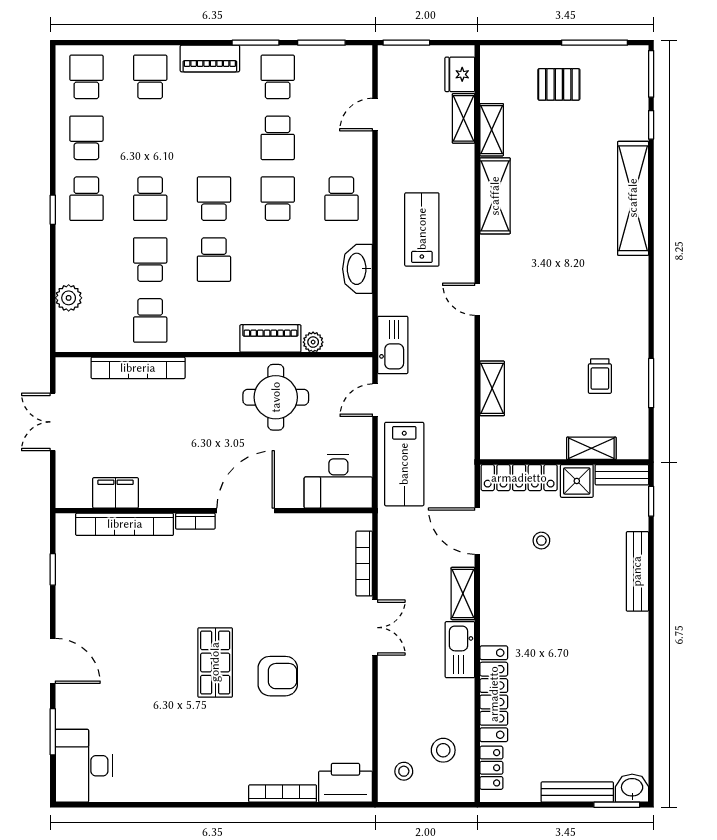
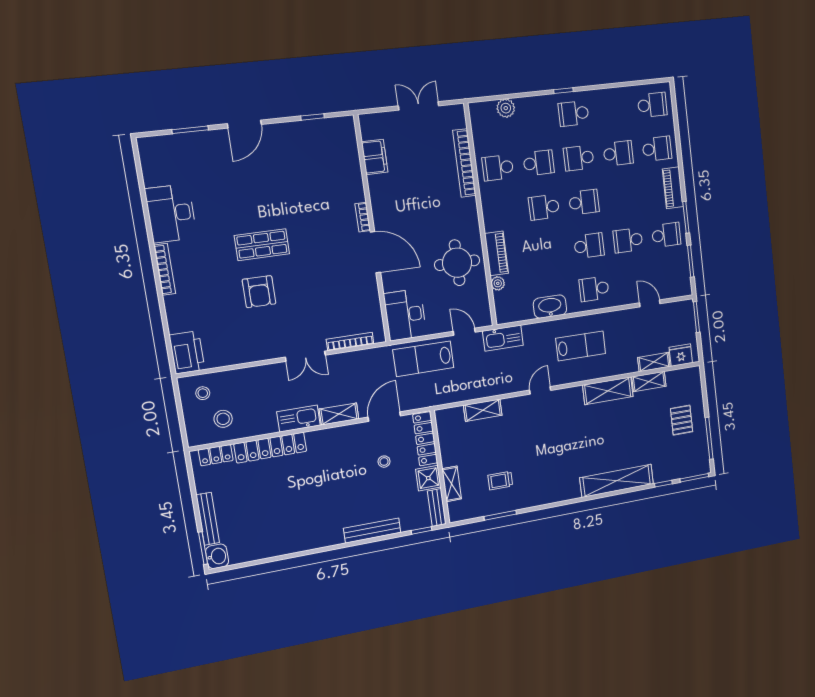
school desk: (86, 138) -> (618, 153), moved
bookcase: (125, 524) -> (353, 166), removed
desk: (84, 766) -> (171, 213), moved, turned -90
bookcase: (283, 793) -> (165, 269), moved

